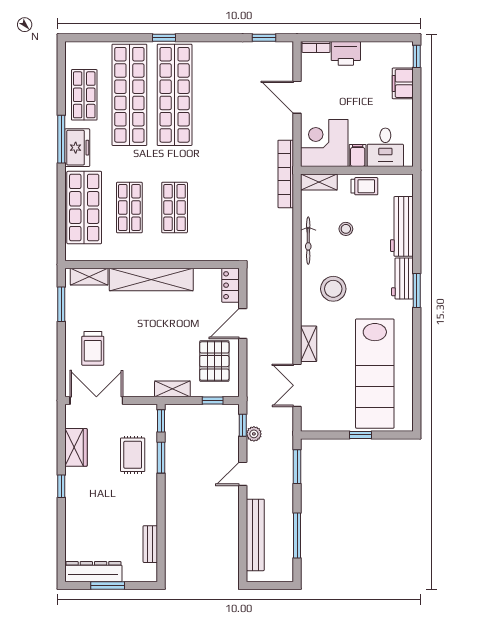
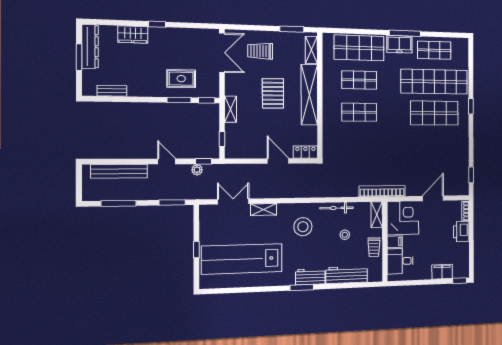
shop shelf: (175, 95) -> (434, 113), width x0.71
pallet: (214, 361) -> (273, 93), moved, turned 90
wardrobe: (76, 447) -> (133, 34), moved

